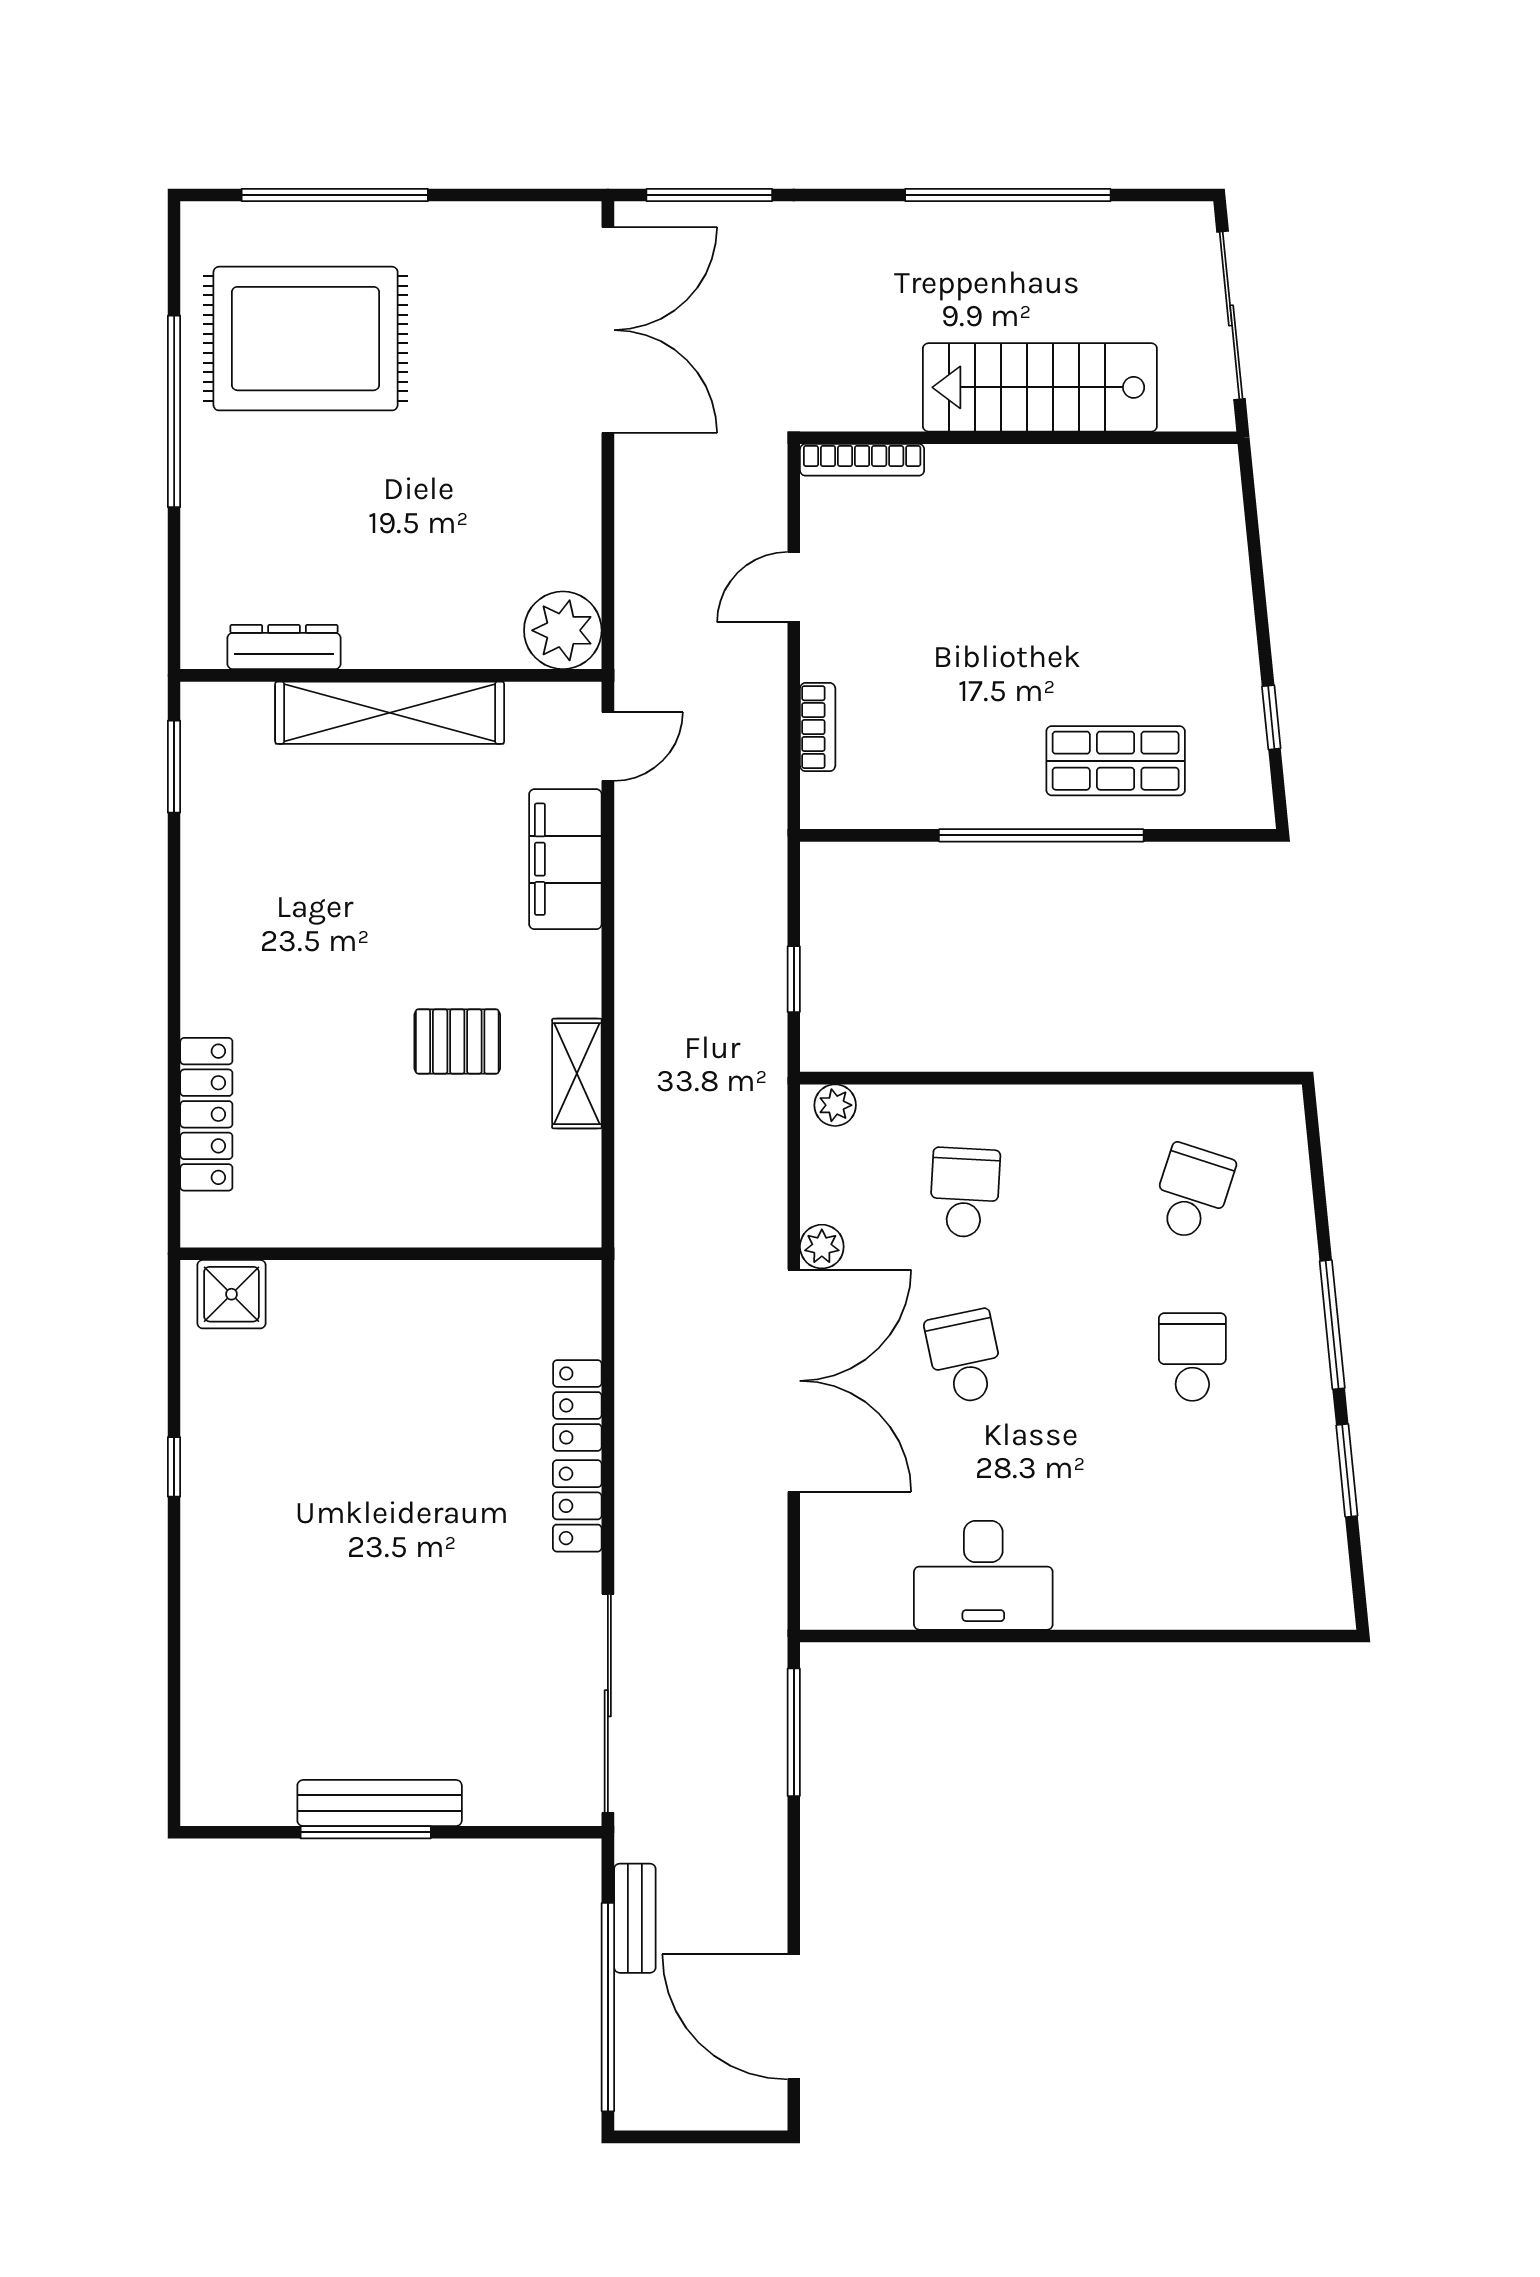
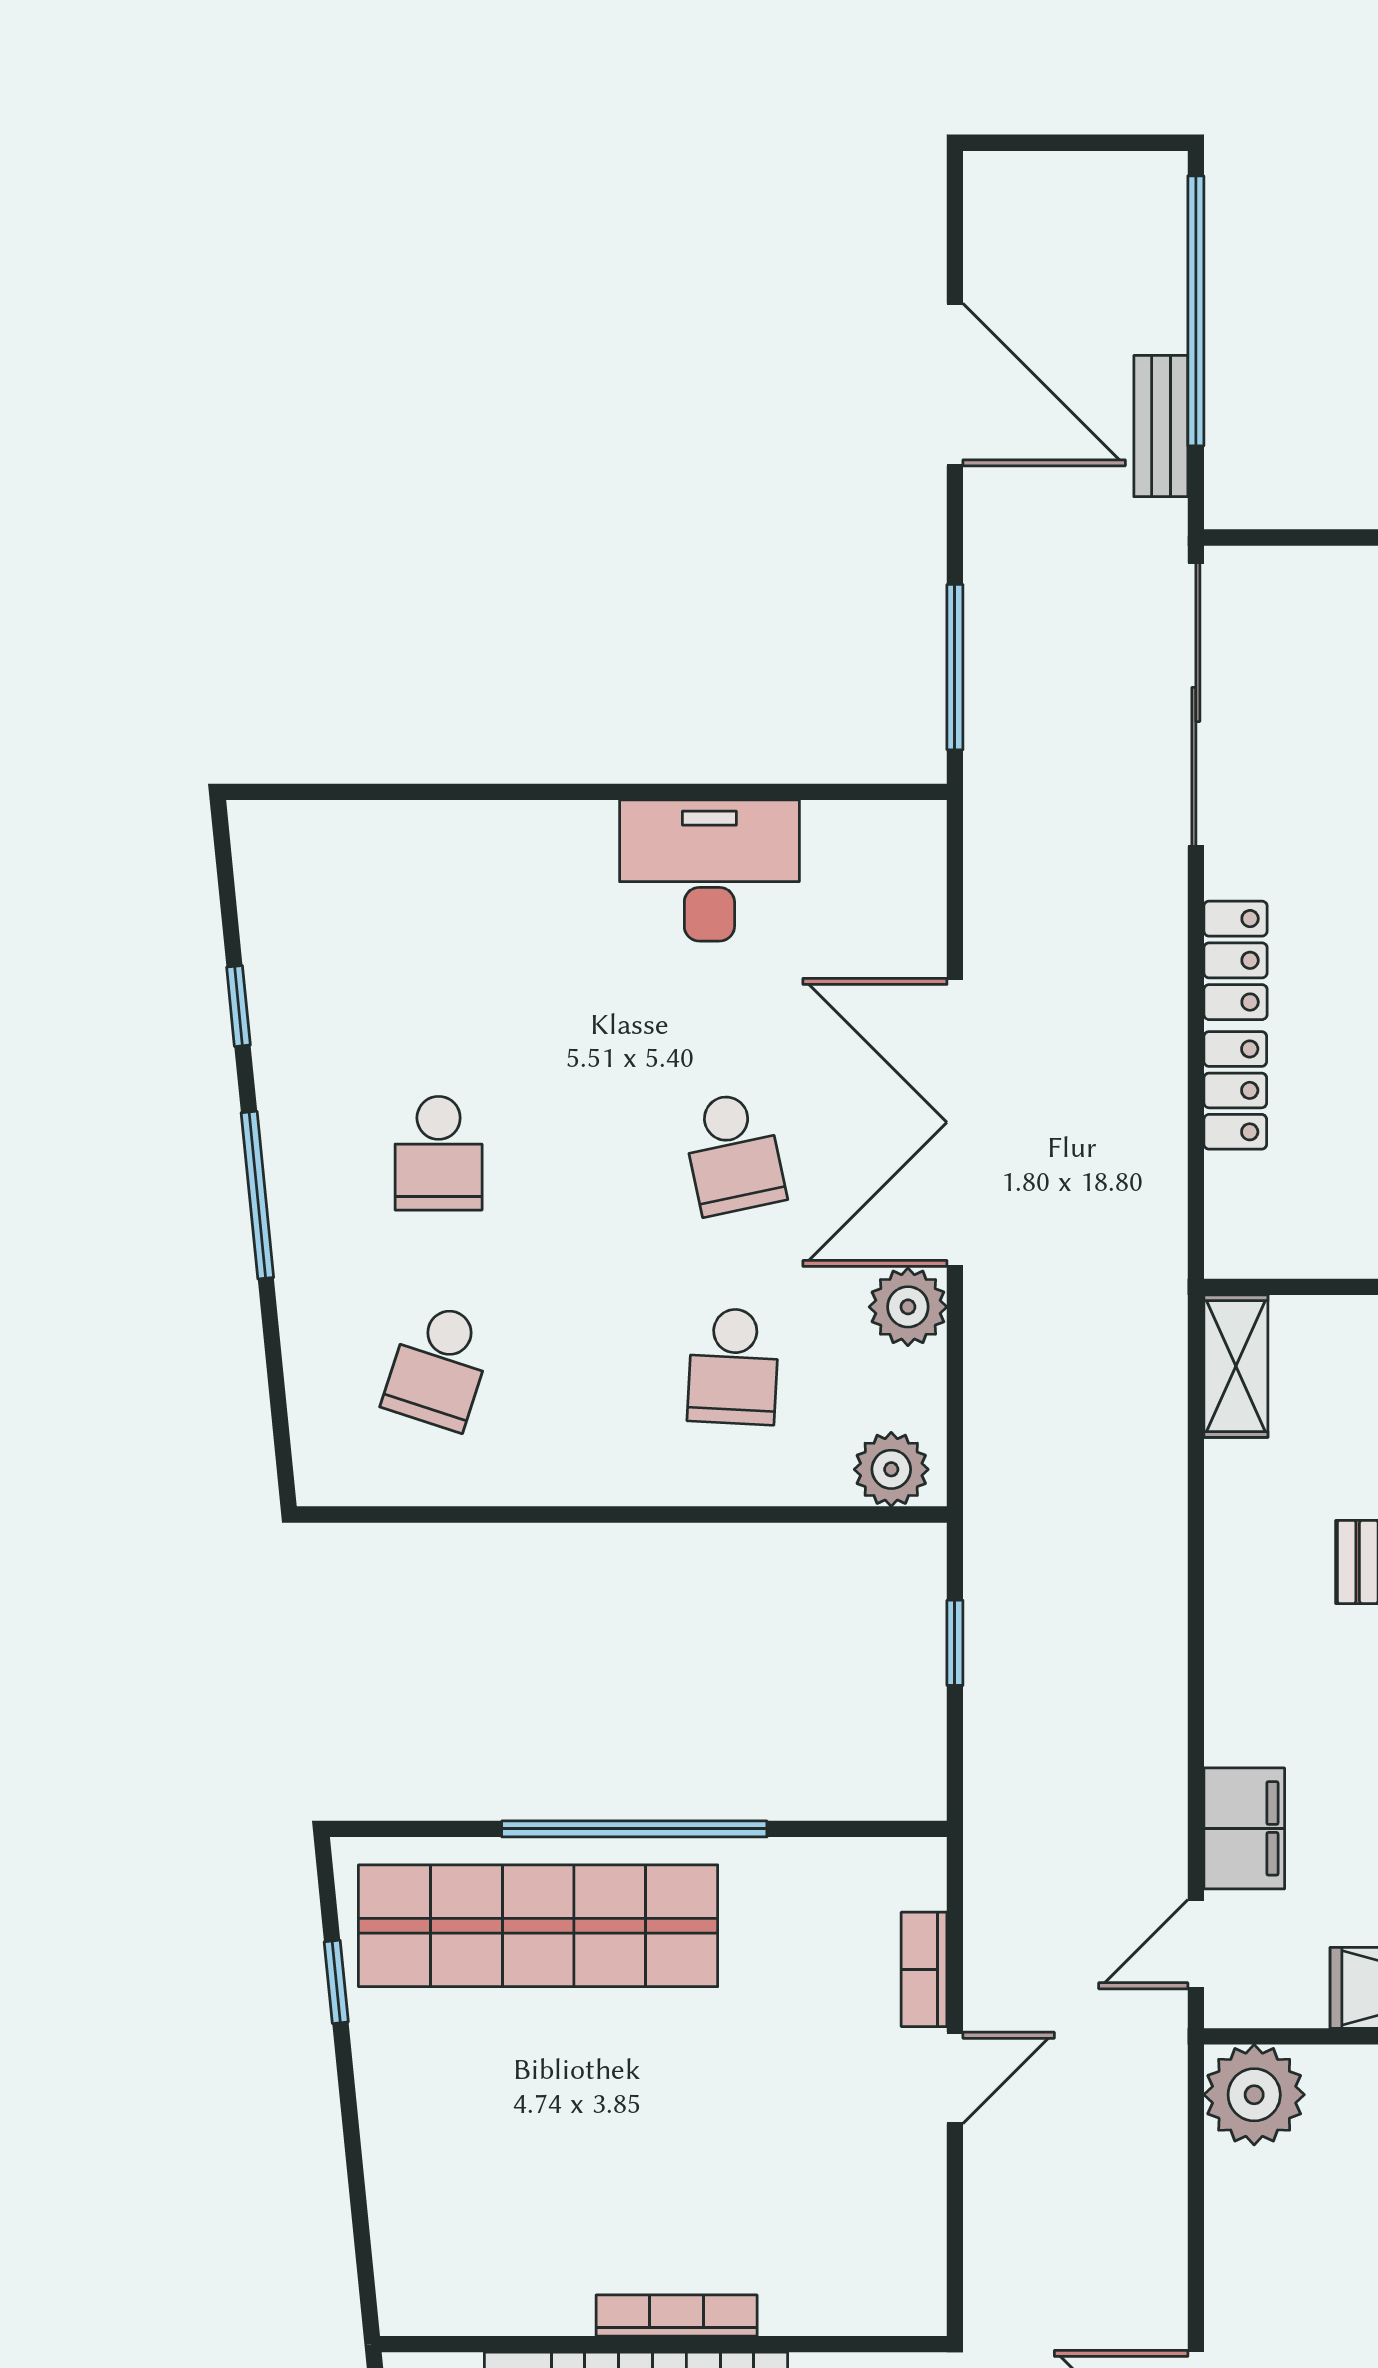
bookcase: (862, 460) -> (677, 2316), moved
door: (794, 587) -> (955, 2078), moved
shop shelf: (1116, 761) -> (538, 1926), width x2.00, depth x1.36
filing cabinet: (565, 859) -> (1244, 1828), width x0.67, depth x0.86
shelving: (577, 1074) -> (1236, 1366), moved
plant: (835, 1105) -> (891, 1469), width x1.38, depth x1.38
plant: (822, 1247) -> (908, 1307), width x1.38, depth x1.38
window: (1347, 1471) -> (238, 1006), width x0.67
door: (794, 2017) -> (955, 385), moved

